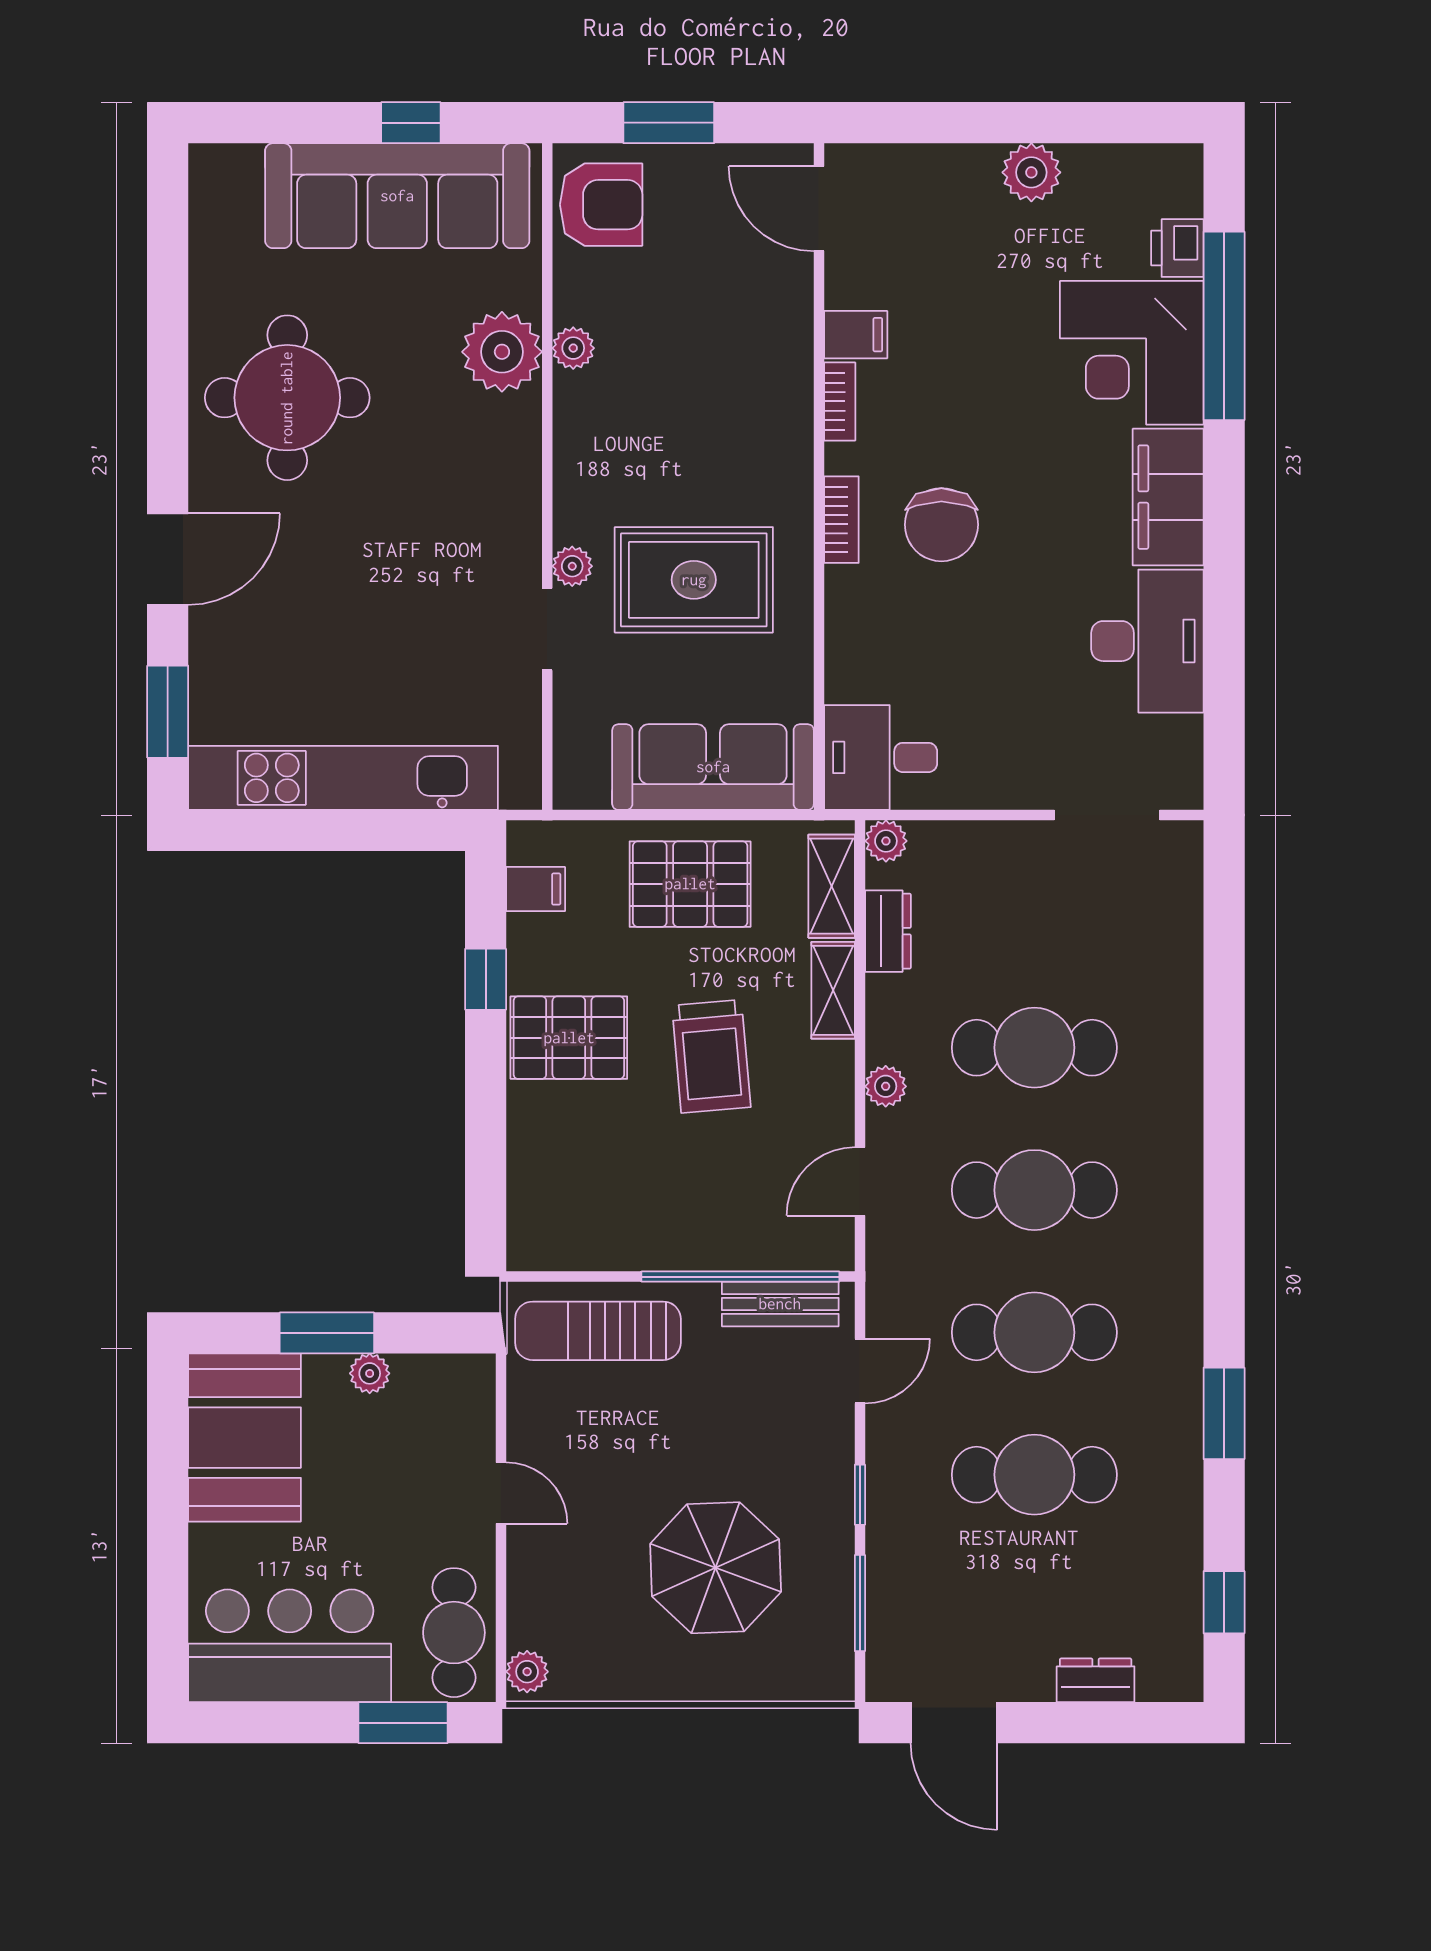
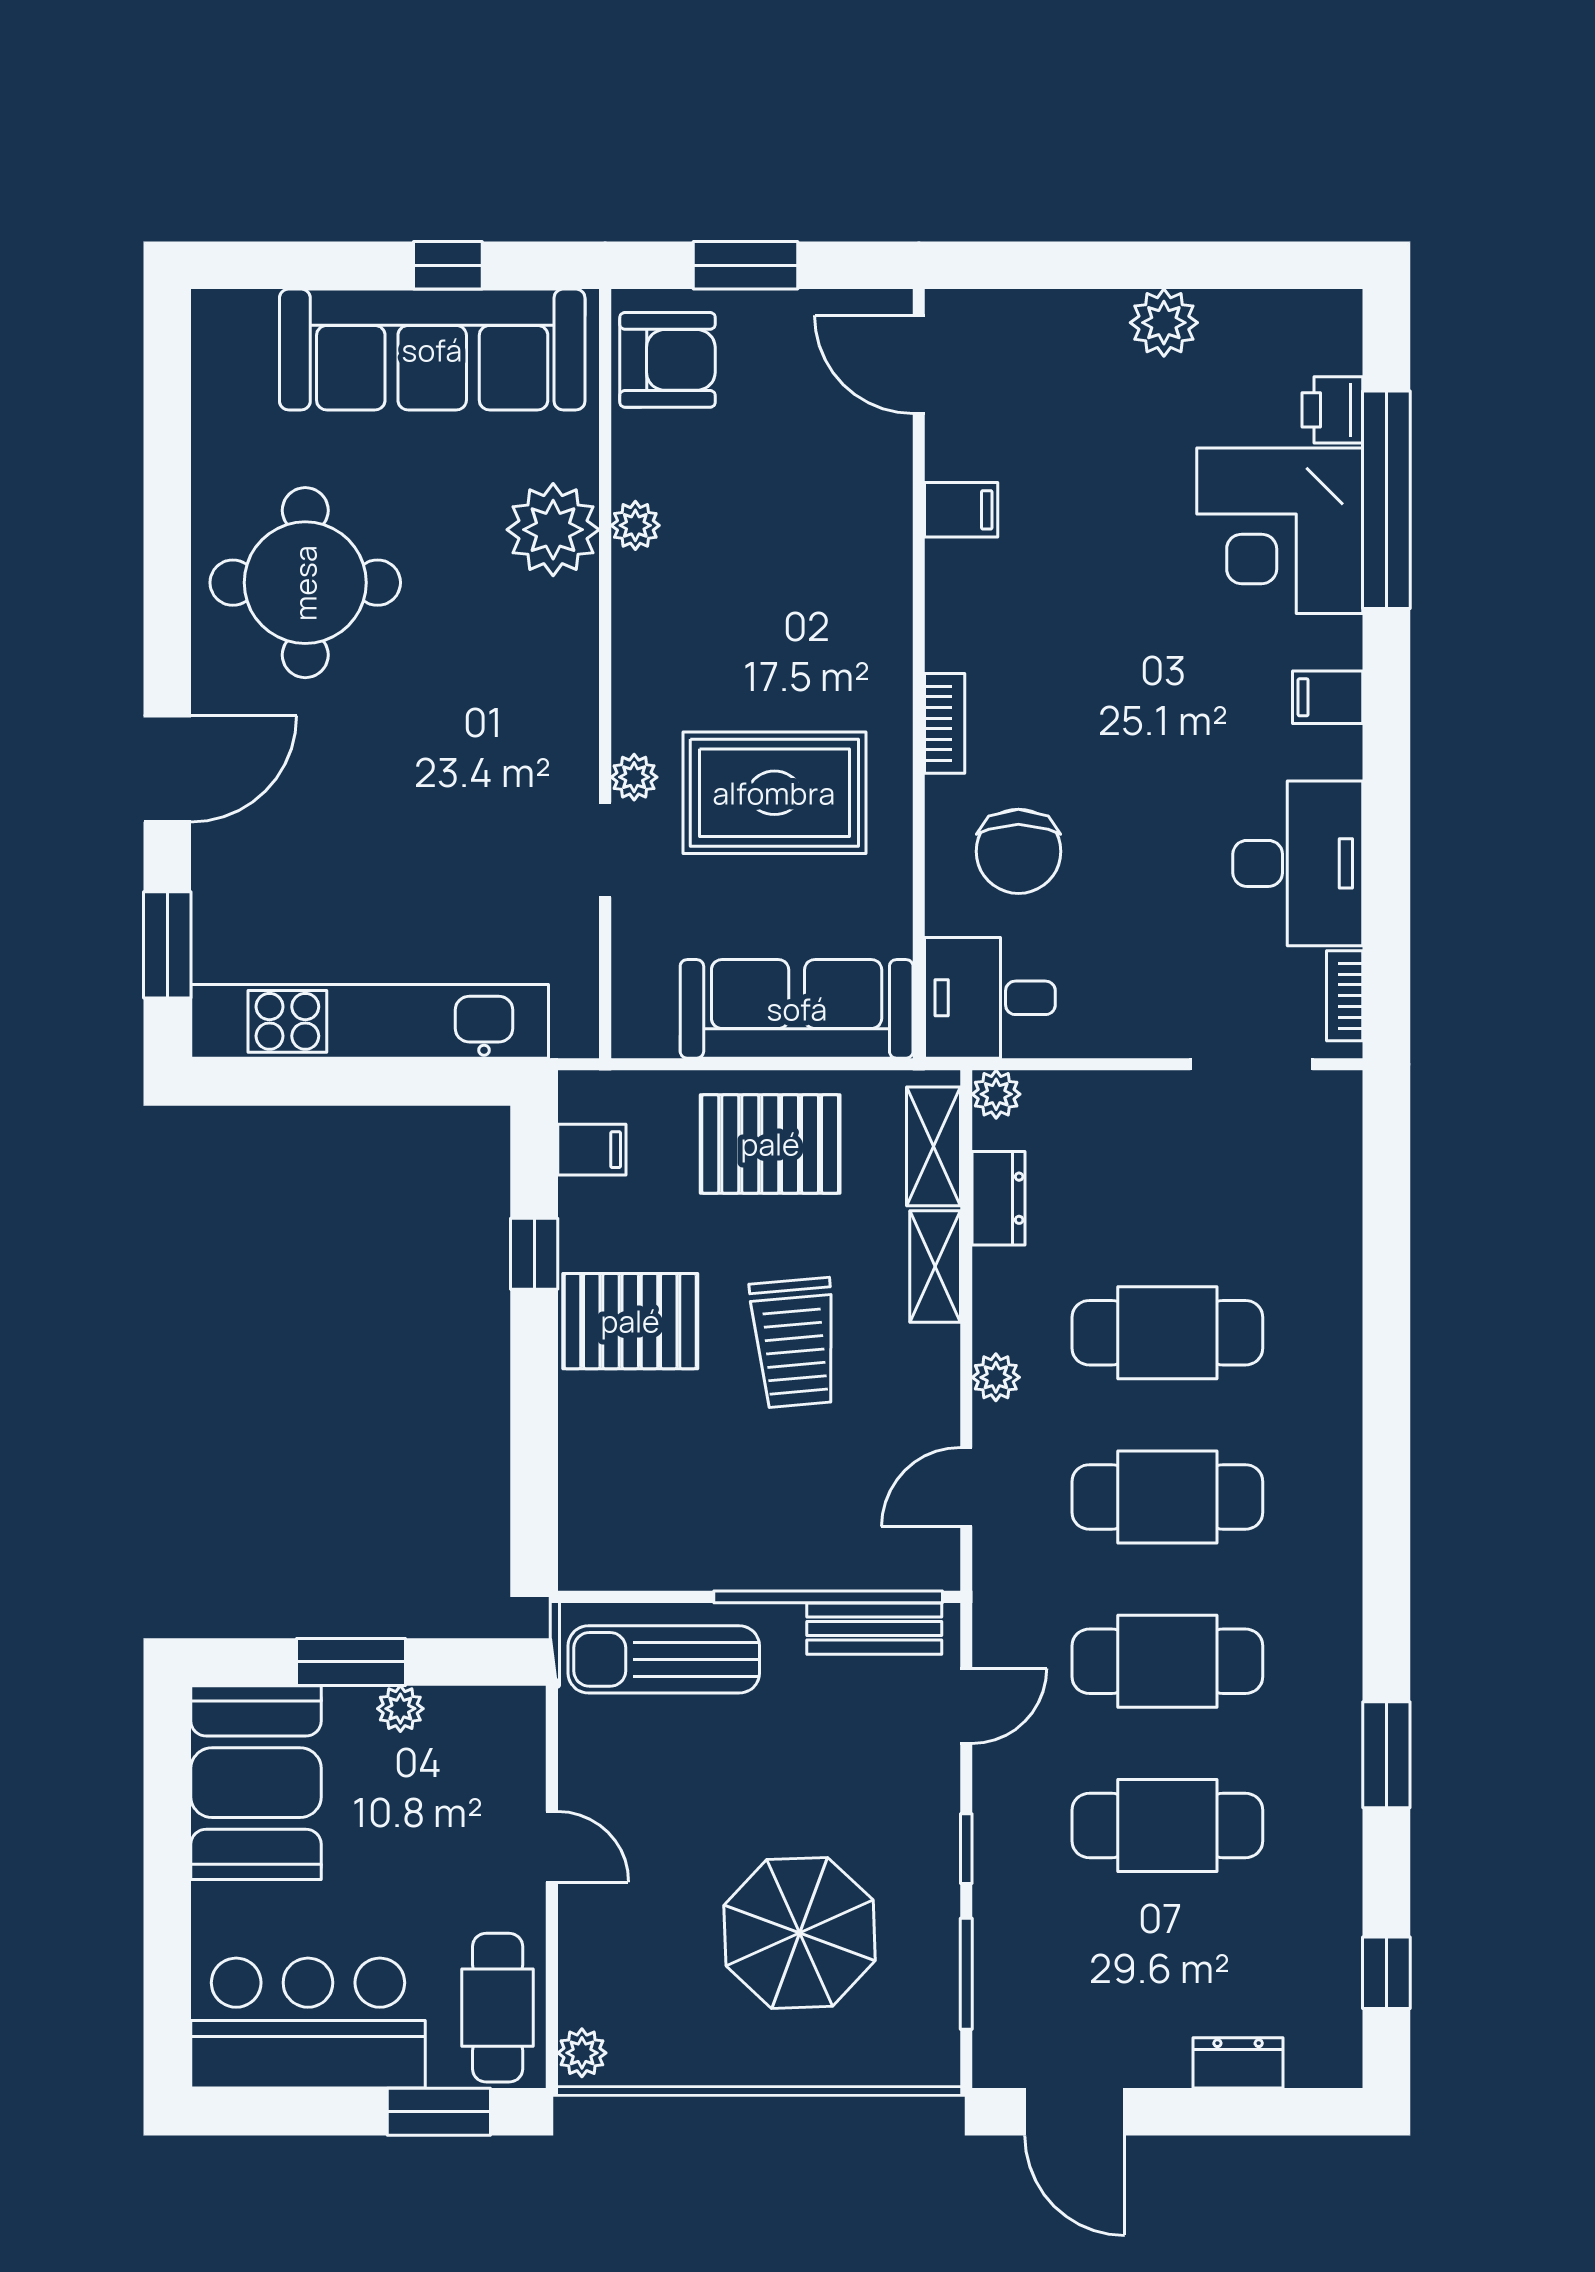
bookcase: (840, 401) -> (1345, 996), moved, turned 180
filing cabinet: (1168, 497) -> (1328, 697), width x0.33, depth x0.86
chair: (941, 525) -> (1018, 851), moved

